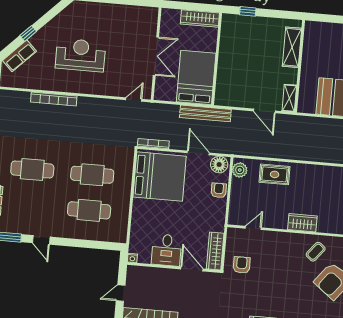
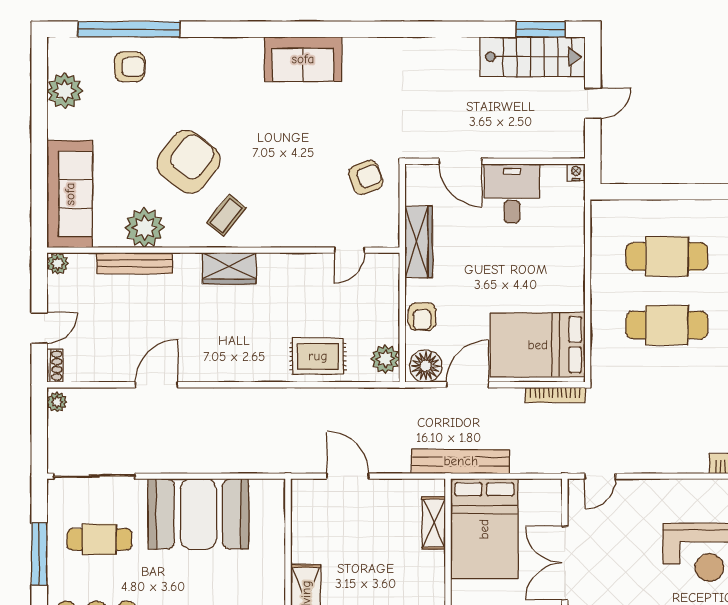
shelving: (289, 98) -> (434, 523), moved
door: (198, 153) -> (468, 385), swing flipped
bed: (160, 177) -> (538, 345), width x0.73
wardrobe: (302, 223) -> (229, 268), moved
wardrobe: (215, 251) -> (419, 242), moved
armchair: (242, 265) -> (366, 177), turned -110

